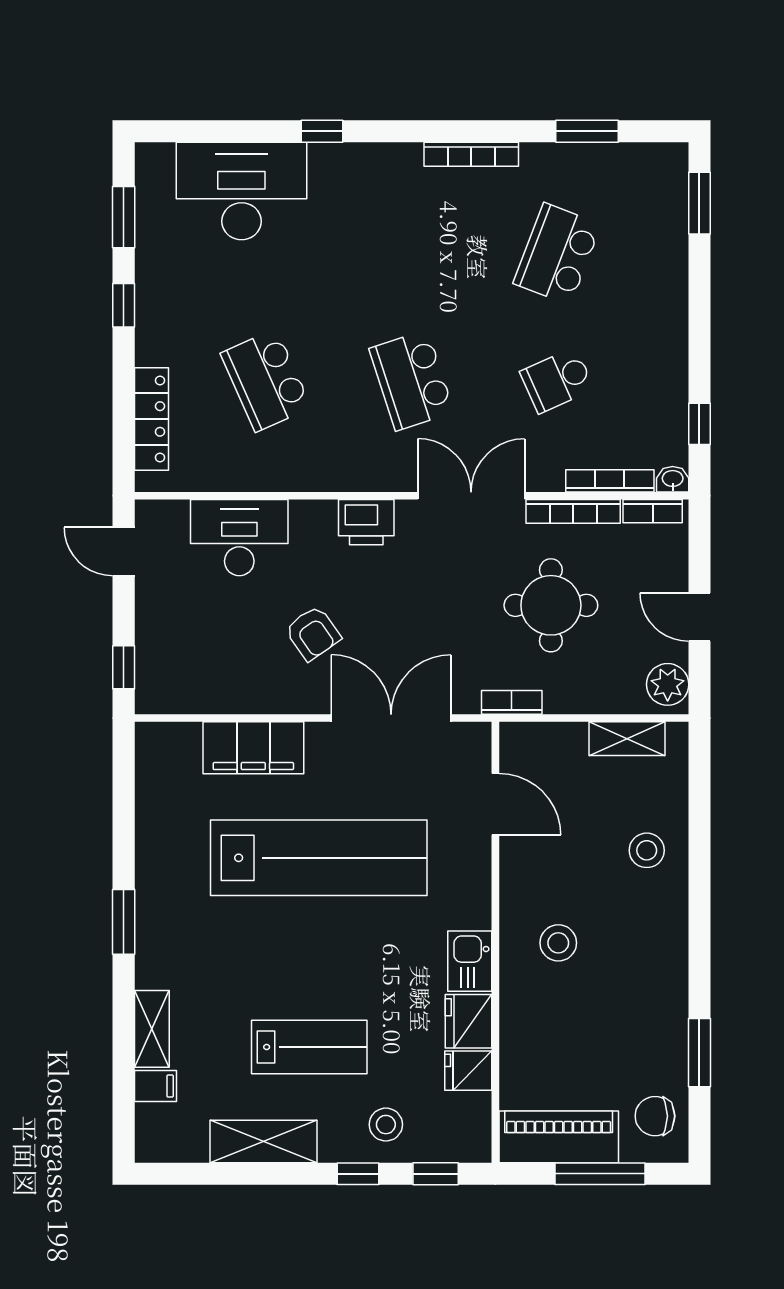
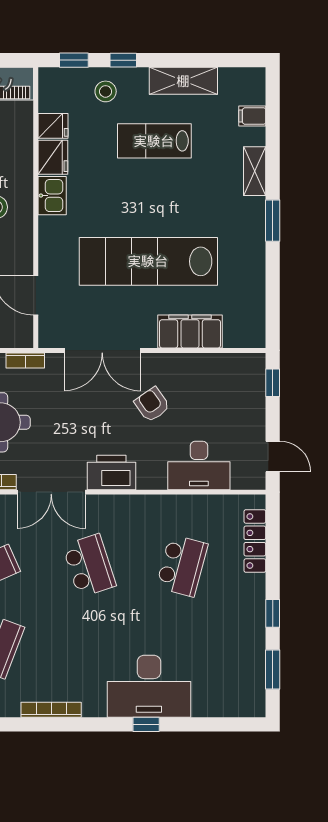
desk: (241, 191) -> (149, 686), moved
school desk: (266, 380) -> (182, 566), turned 39
printer: (366, 522) -> (111, 472), width x1.37, depth x1.19
shelving: (152, 1029) -> (255, 171), moved

